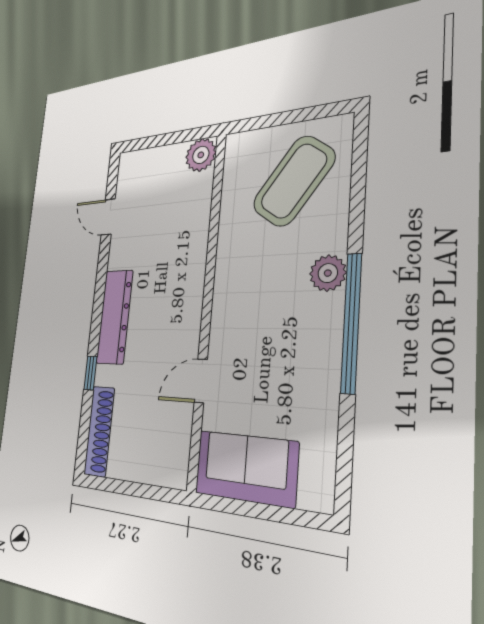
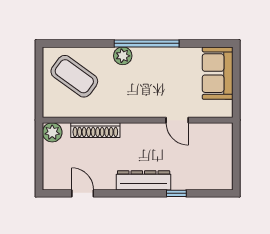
door: (108, 217) -> (83, 193), swing flipped
shoe rack: (99, 431) -> (95, 130), moved, turned 180
sofa: (246, 468) -> (218, 73), moved

